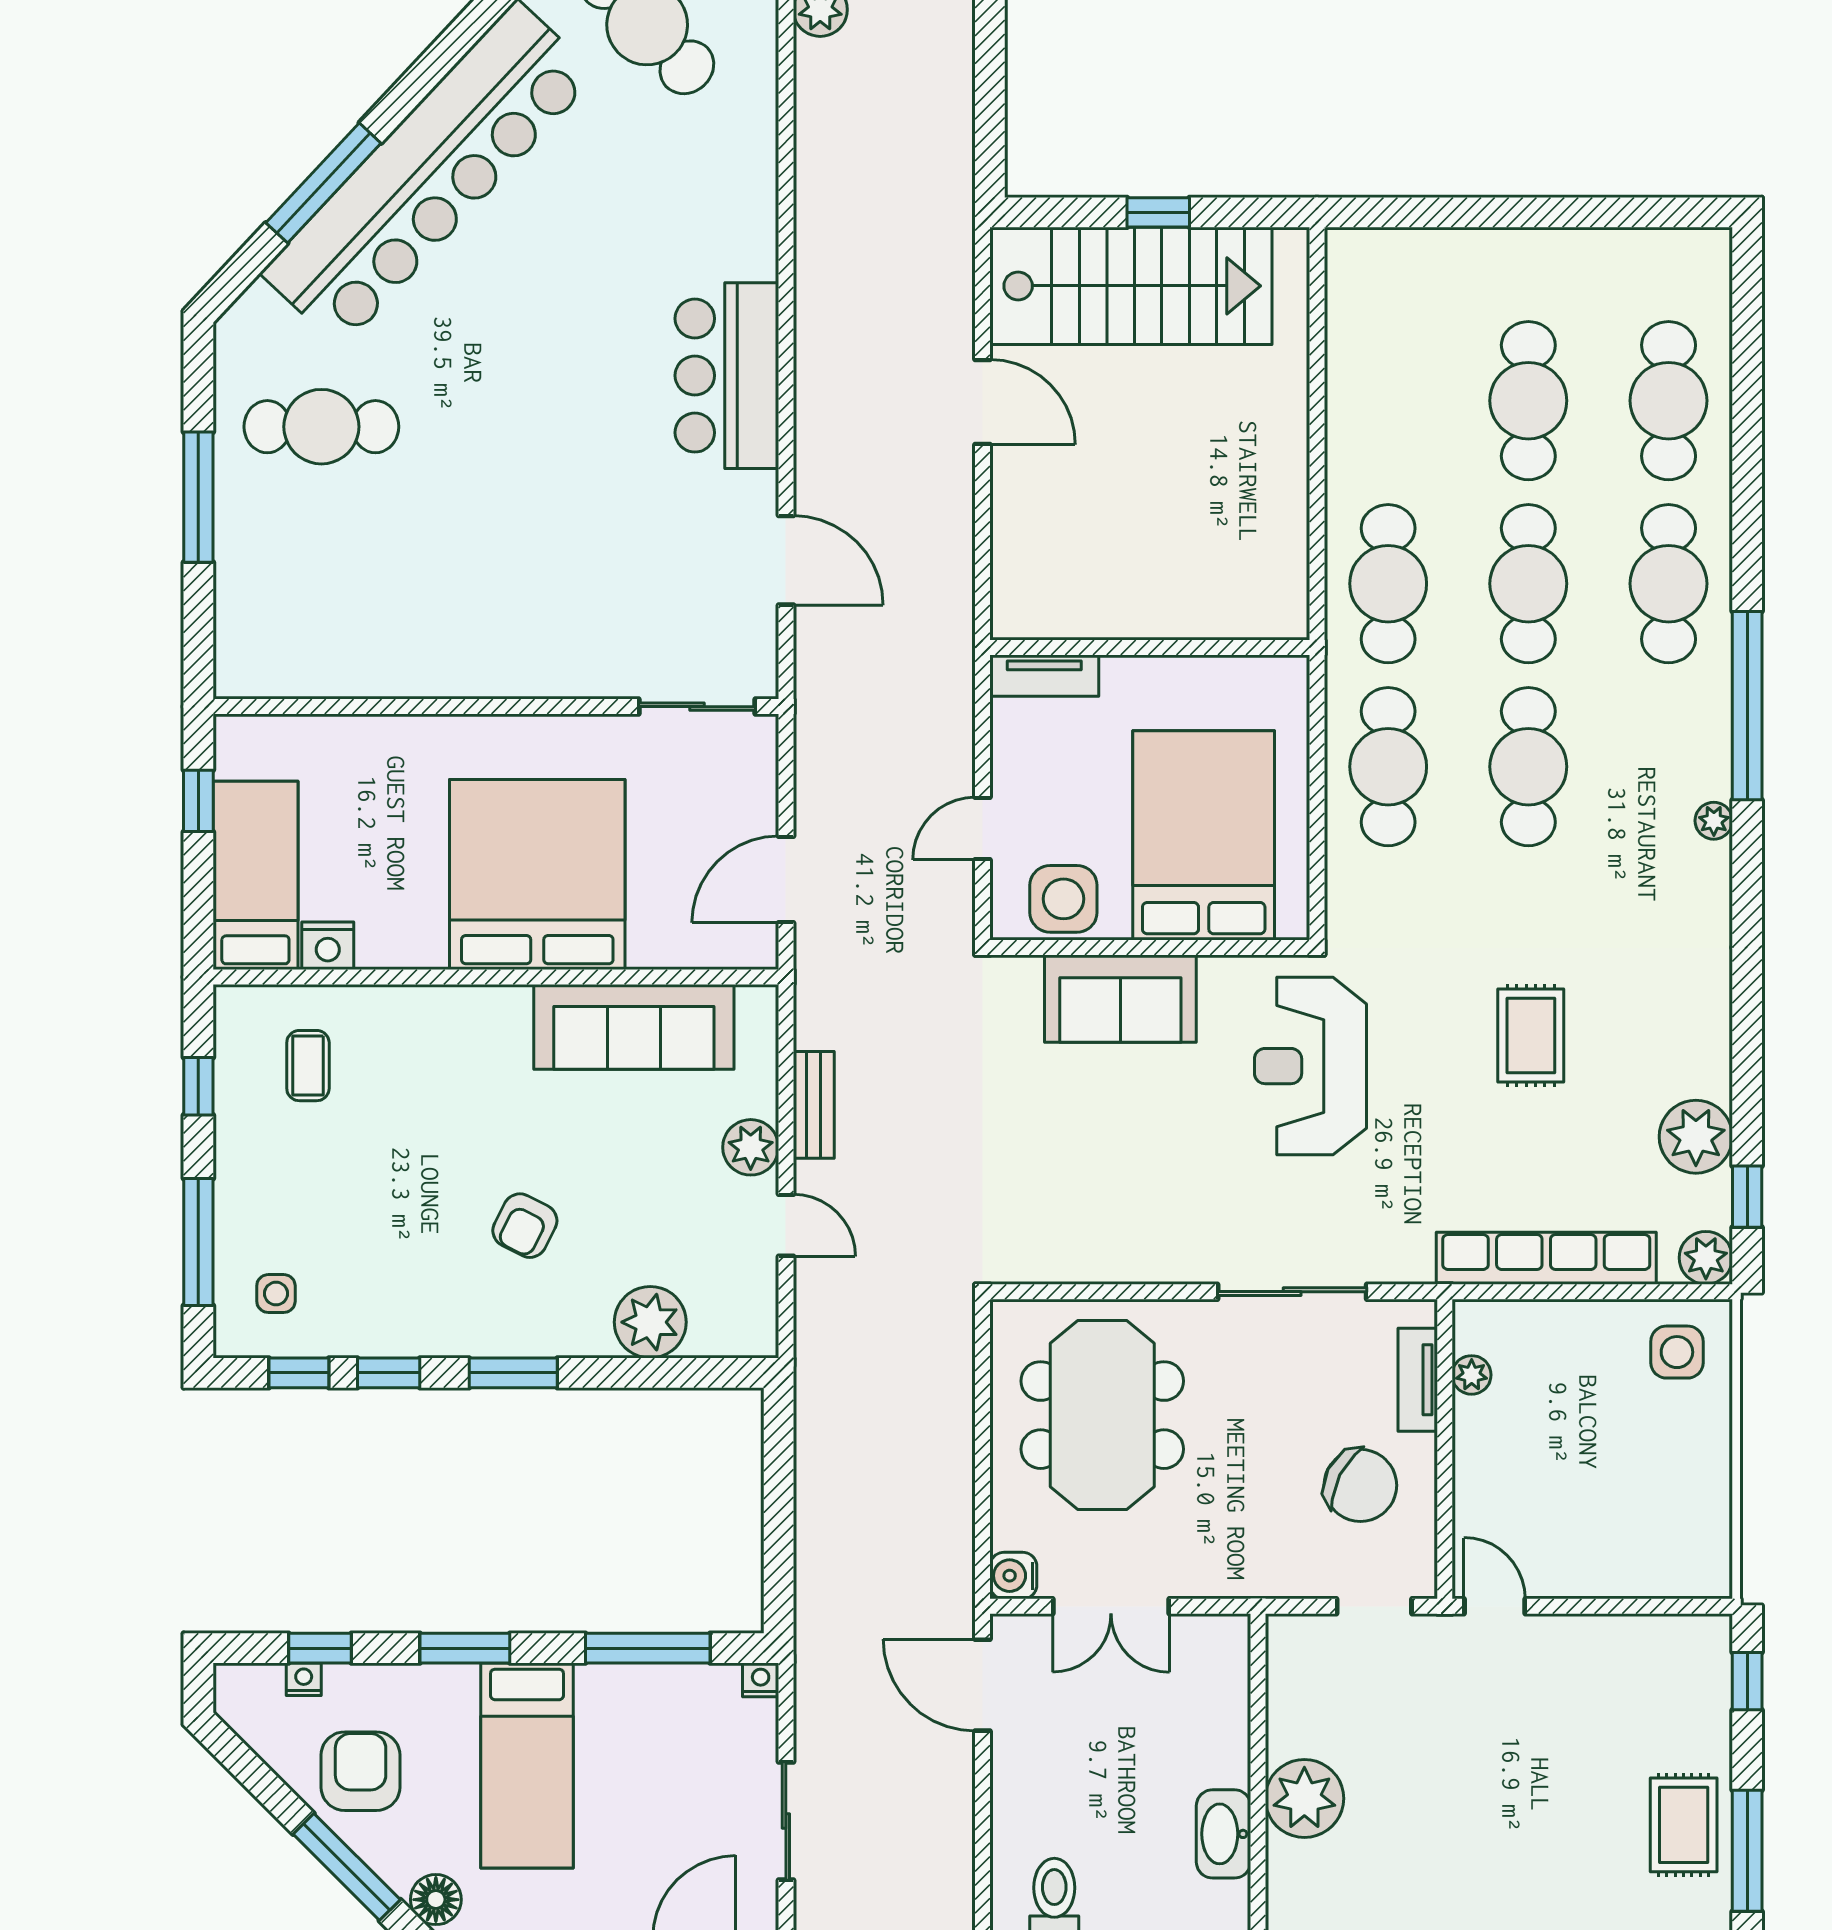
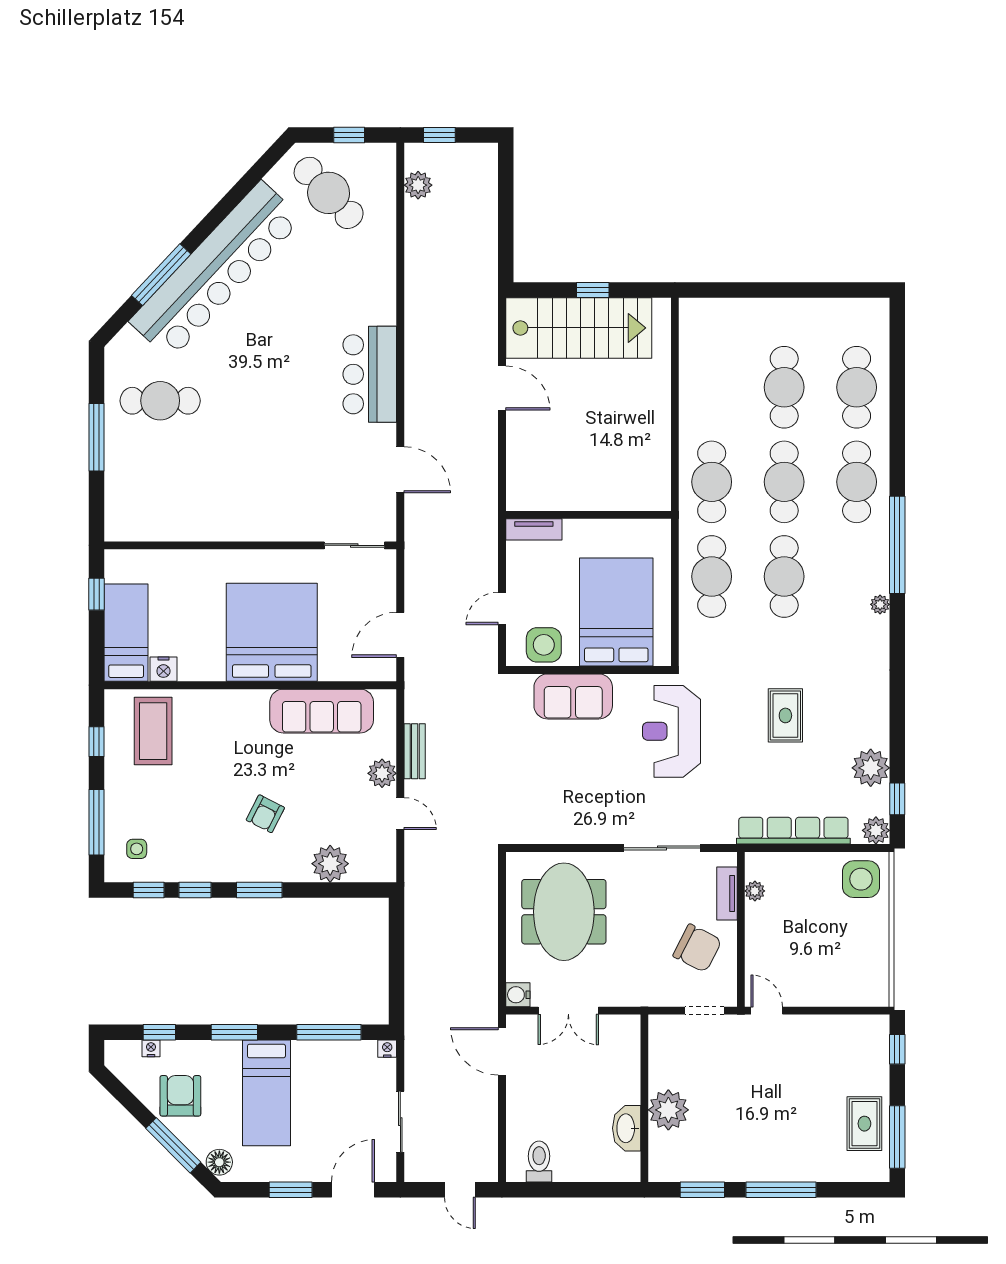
coffee table: (308, 1066) -> (153, 731), width x1.86, depth x1.72
side table: (1677, 1352) -> (861, 879), width x1.37, depth x1.37

